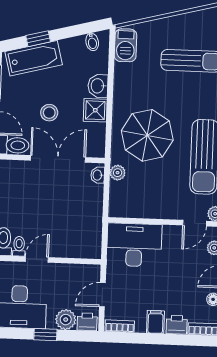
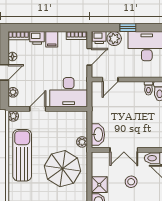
double door: (58, 159) -> (124, 150), width x0.73
washbasin: (98, 175) -> (98, 135), width x1.91, depth x1.45
door: (195, 223) -> (38, 109), moved
door: (37, 260) -> (110, 79), moved

